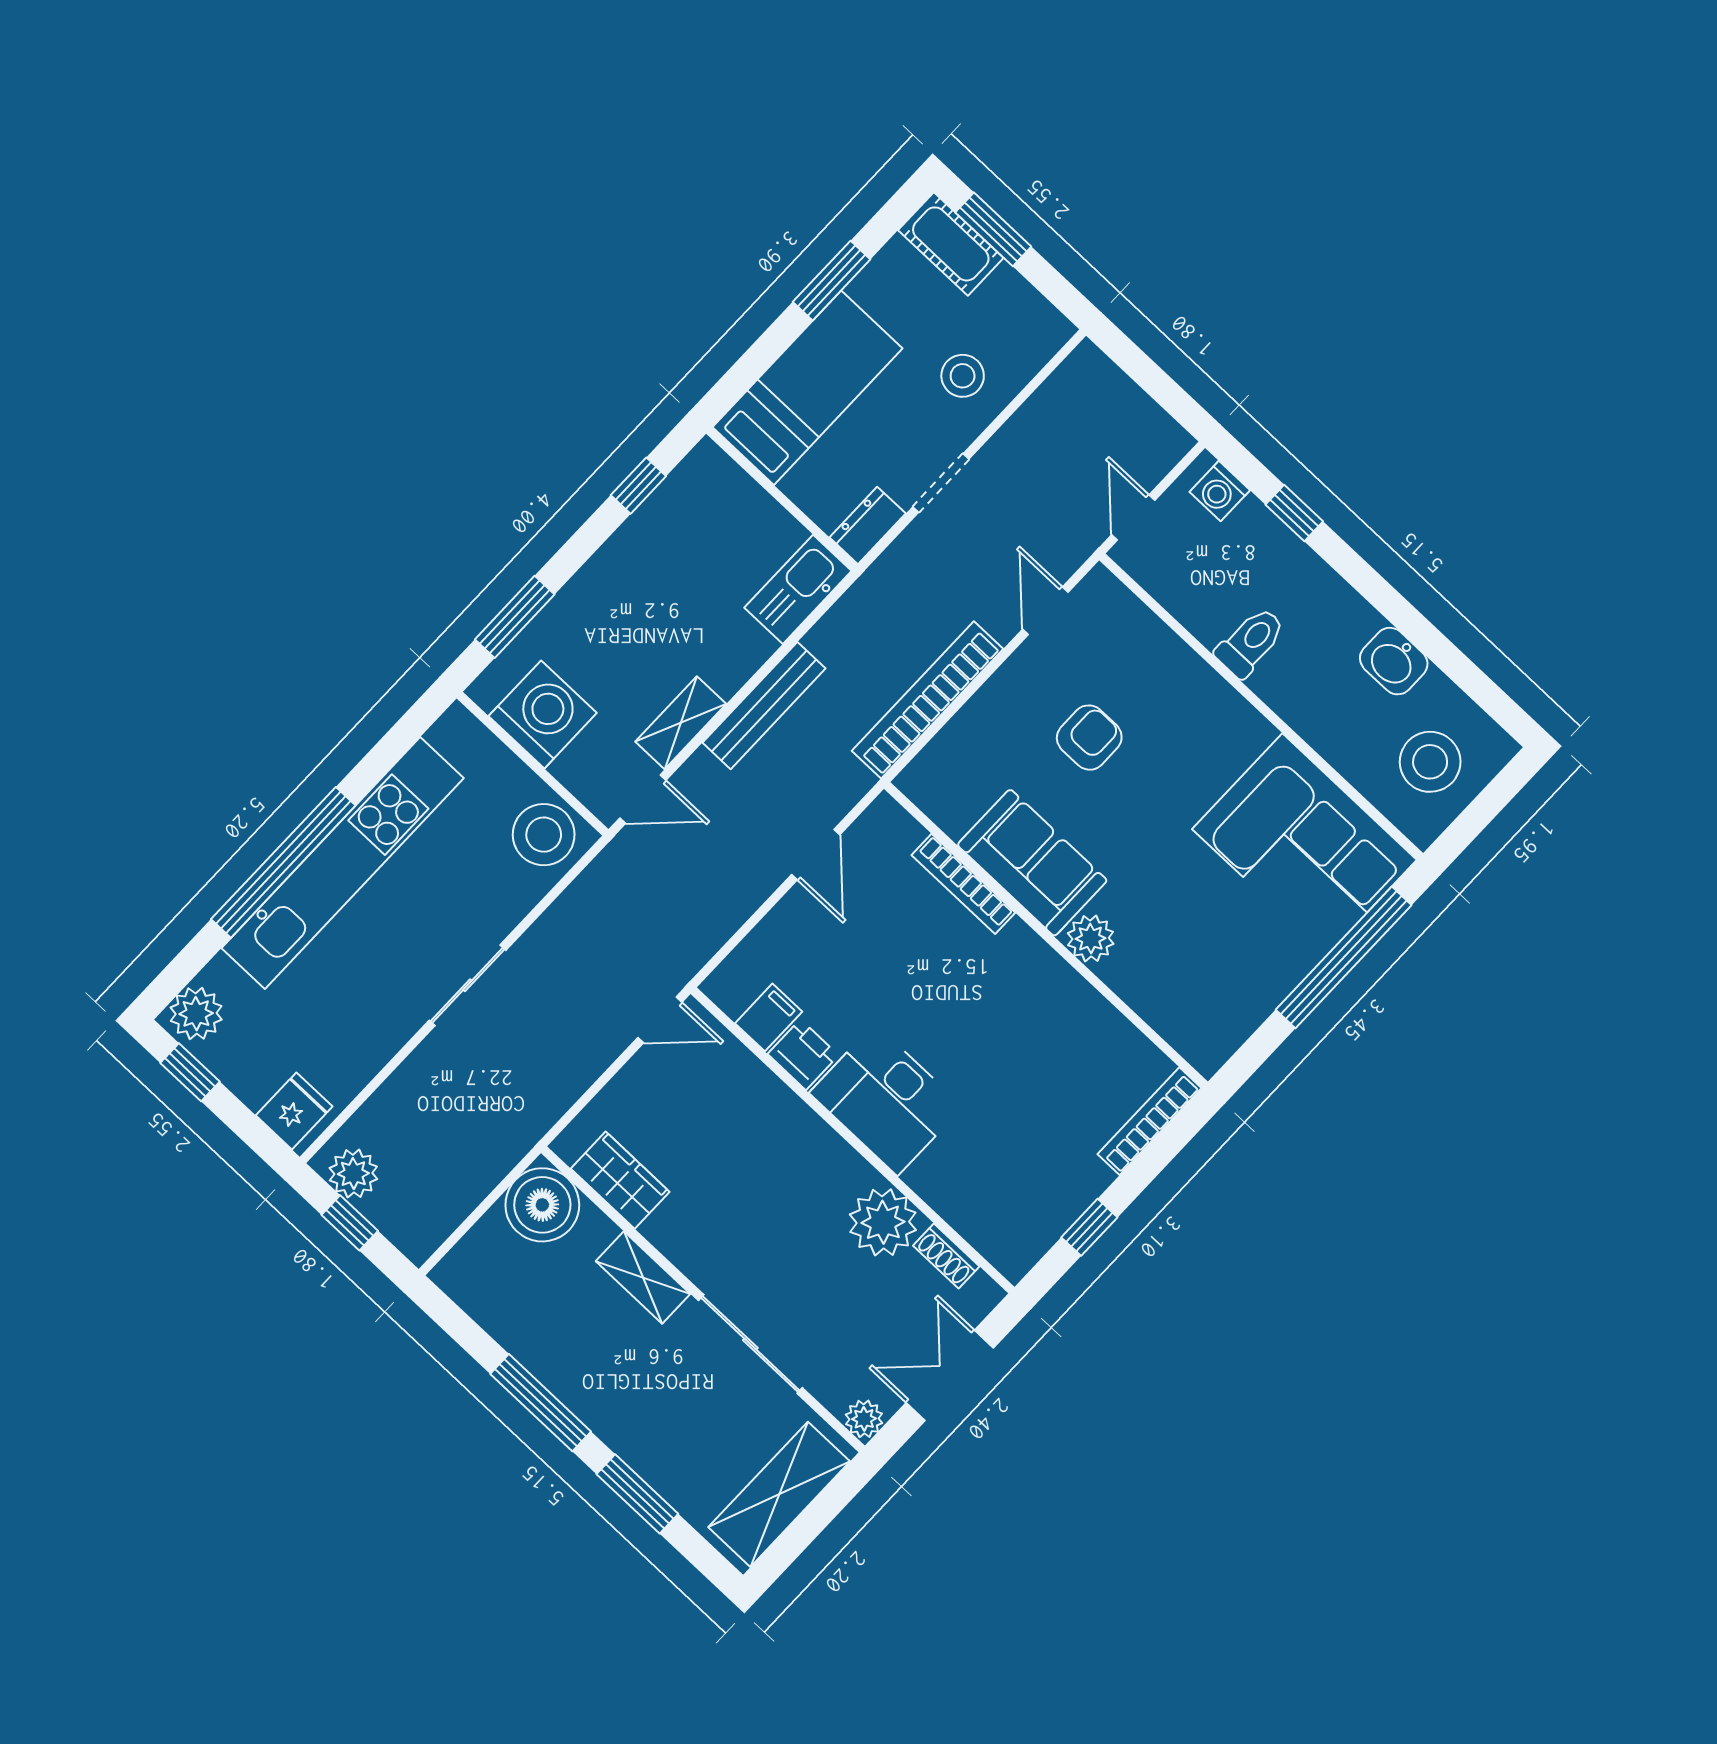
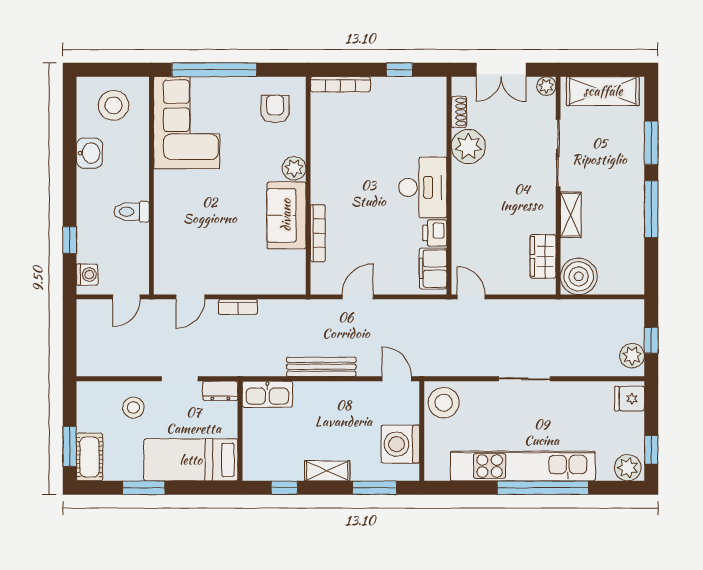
bookcase: (927, 700) -> (238, 307), width x0.43, depth x0.76
shelving: (681, 723) -> (327, 471), moved
armchair: (1089, 738) -> (275, 109), moved, turned 90
filing cabinet: (769, 1017) -> (433, 269), width x2.00

